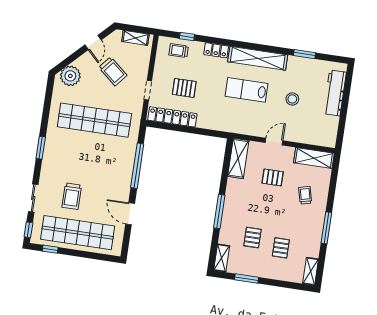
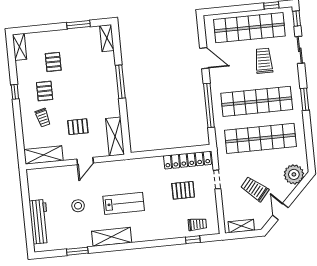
locker: (216, 50) -> (162, 234), removed
shelving: (258, 58) -> (112, 237), width x0.68
shop shelf: (89, 158) -> (257, 101), added
window: (326, 228) -> (15, 92), width x0.46
pallet: (252, 238) -> (45, 91), moved

